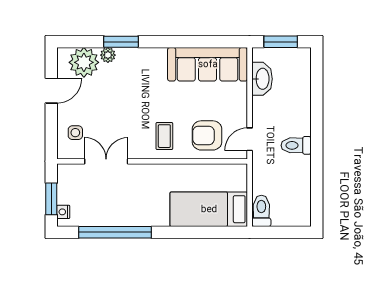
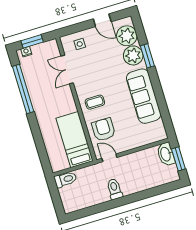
plant: (108, 55) -> (133, 55), width x1.88, depth x1.88
sofa: (208, 64) -> (144, 96), moved
washbasin: (262, 79) -> (166, 154), moved, turned 90
double door: (106, 161) -> (67, 69), swing flipped
bed: (209, 209) -> (75, 140), moved

